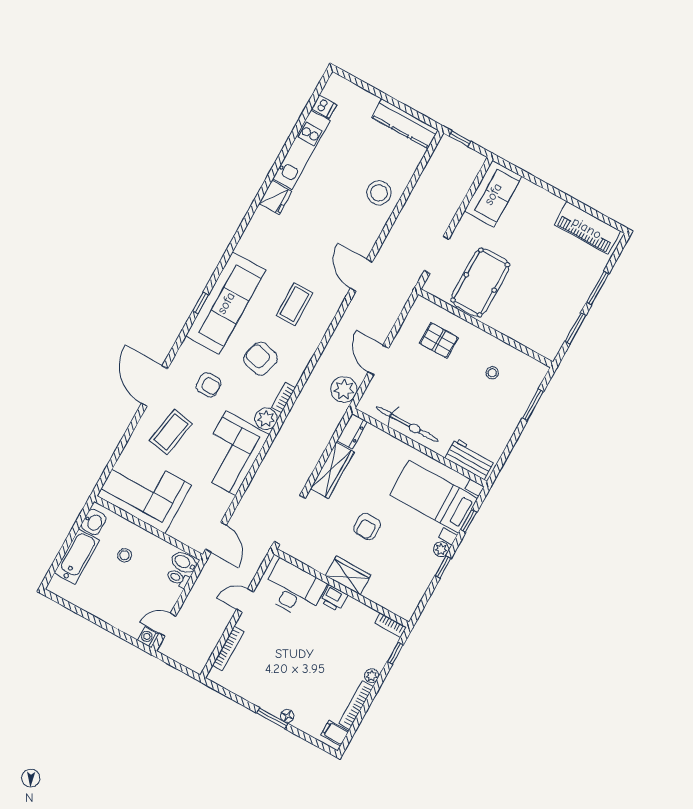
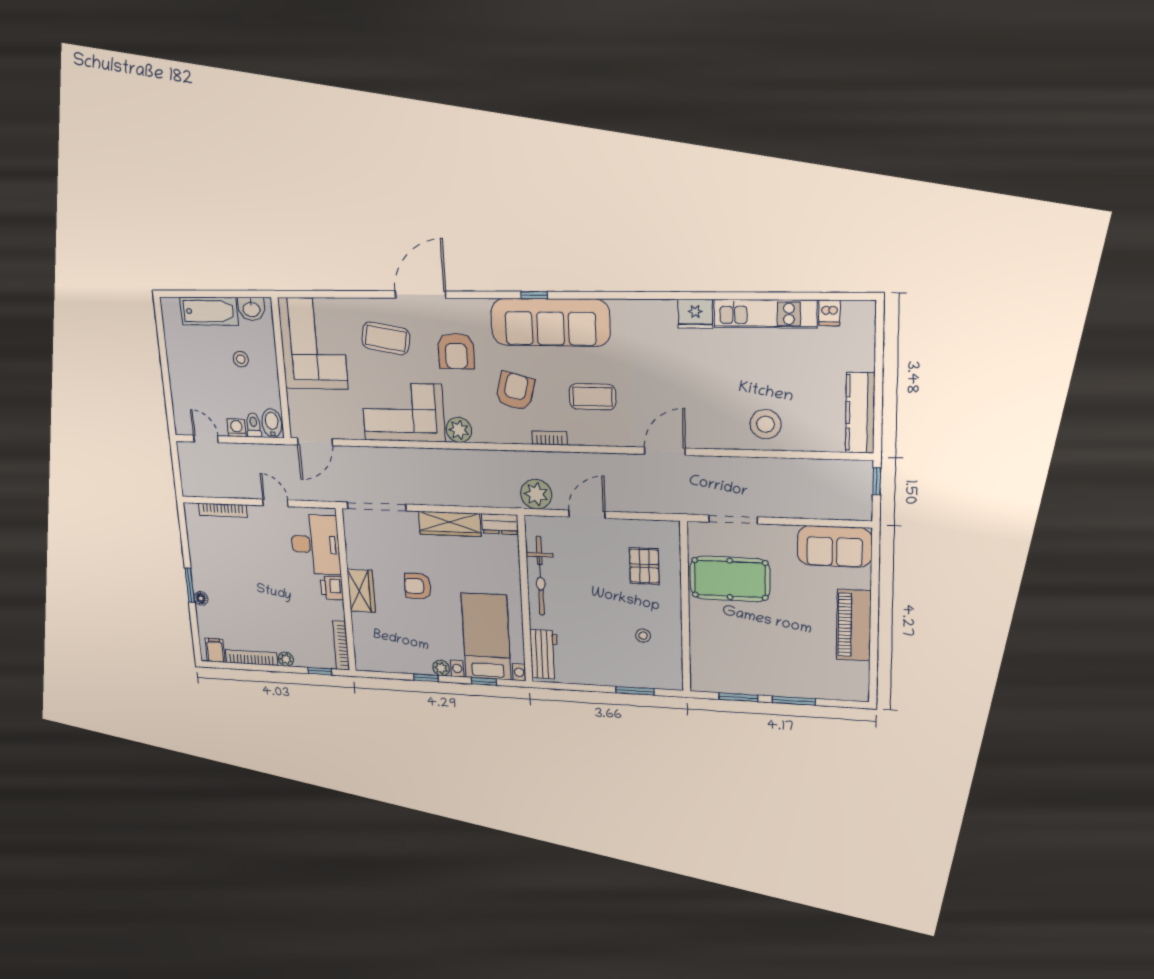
piano: (587, 228) -> (854, 625), moved
armchair: (208, 385) -> (456, 351), width x1.38, depth x1.38
bookcase: (284, 398) -> (550, 438), moved
bookcase: (391, 625) -> (341, 645), width x1.56
washing machine: (148, 637) -> (236, 428), moved

